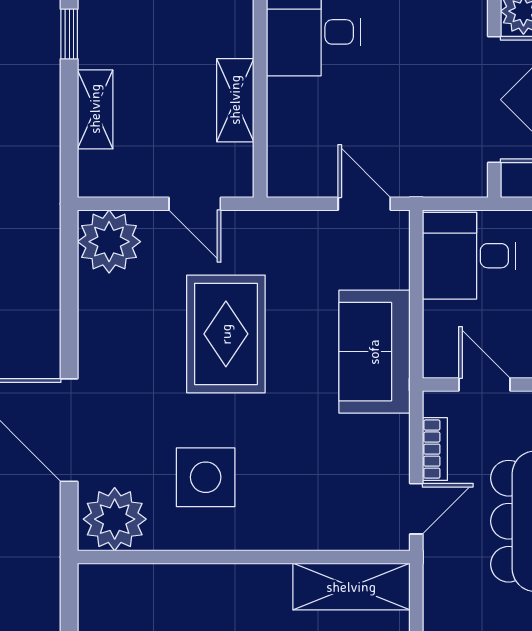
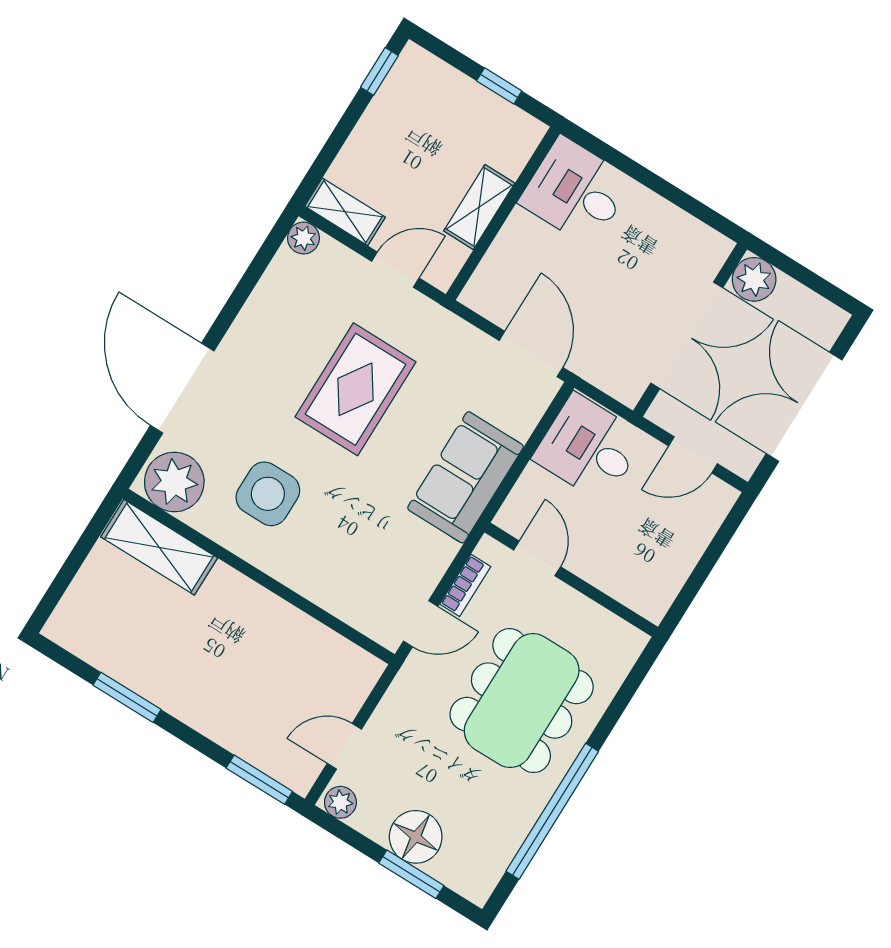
shelving: (95, 109) -> (345, 212), moved, turned 90
door: (195, 204) -> (395, 270), swing flipped
door: (364, 204) -> (531, 354), width x1.38
plant: (109, 242) -> (303, 238), width x0.53, depth x0.53
shelving: (351, 587) -> (159, 547), moved

